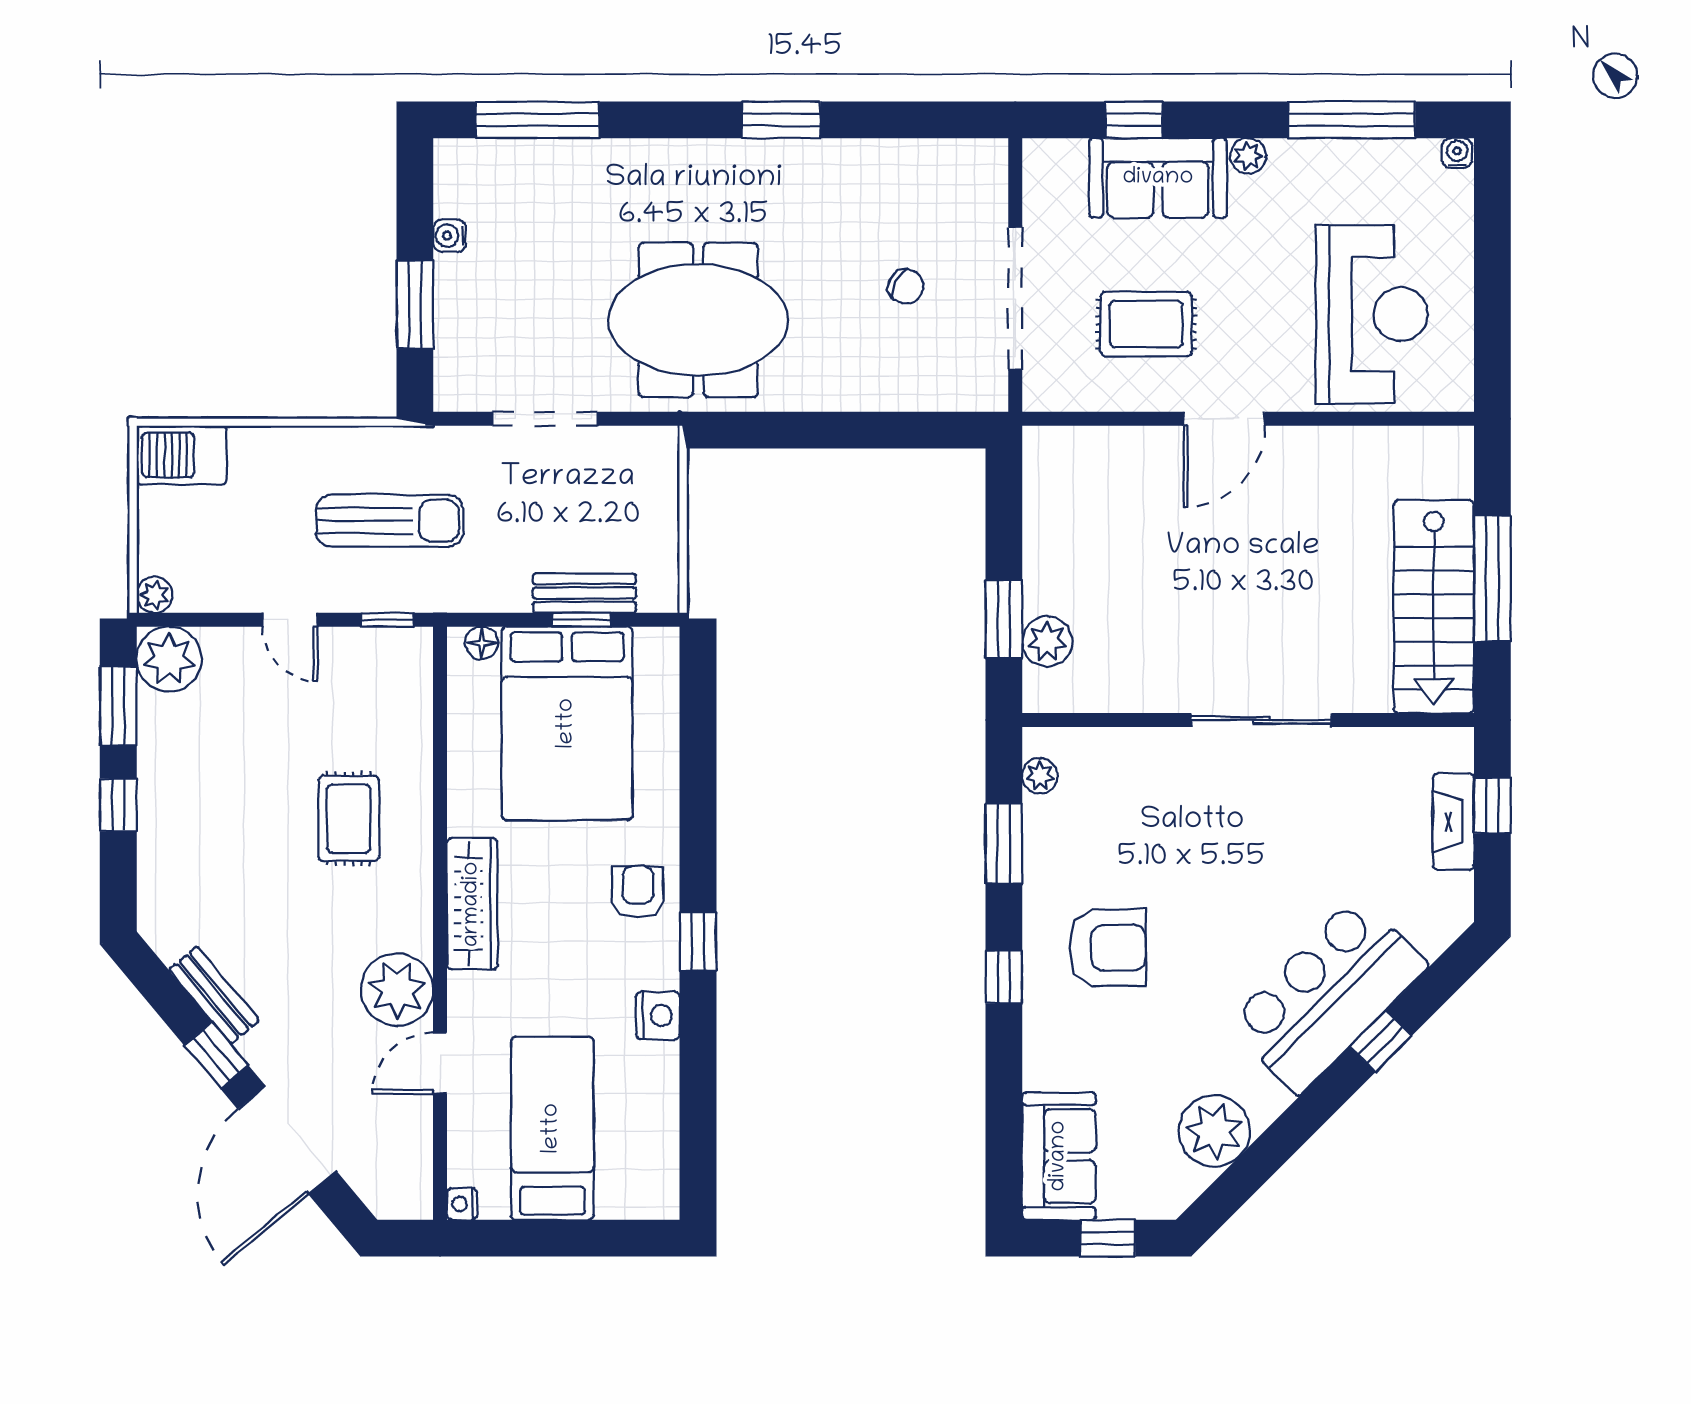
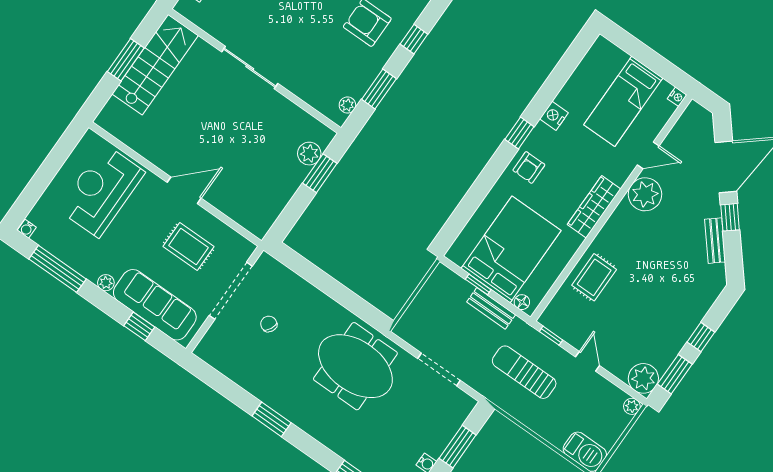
sofa: (1158, 178) -> (155, 305), width x1.36
window: (1492, 579) -> (126, 60), width x0.69
bench: (584, 593) -> (491, 308), moved
rug: (349, 818) -> (594, 277), moved

